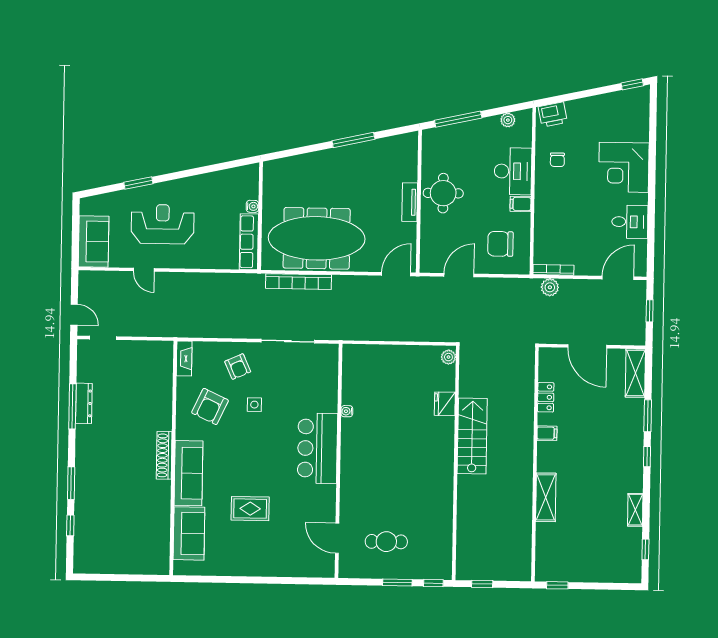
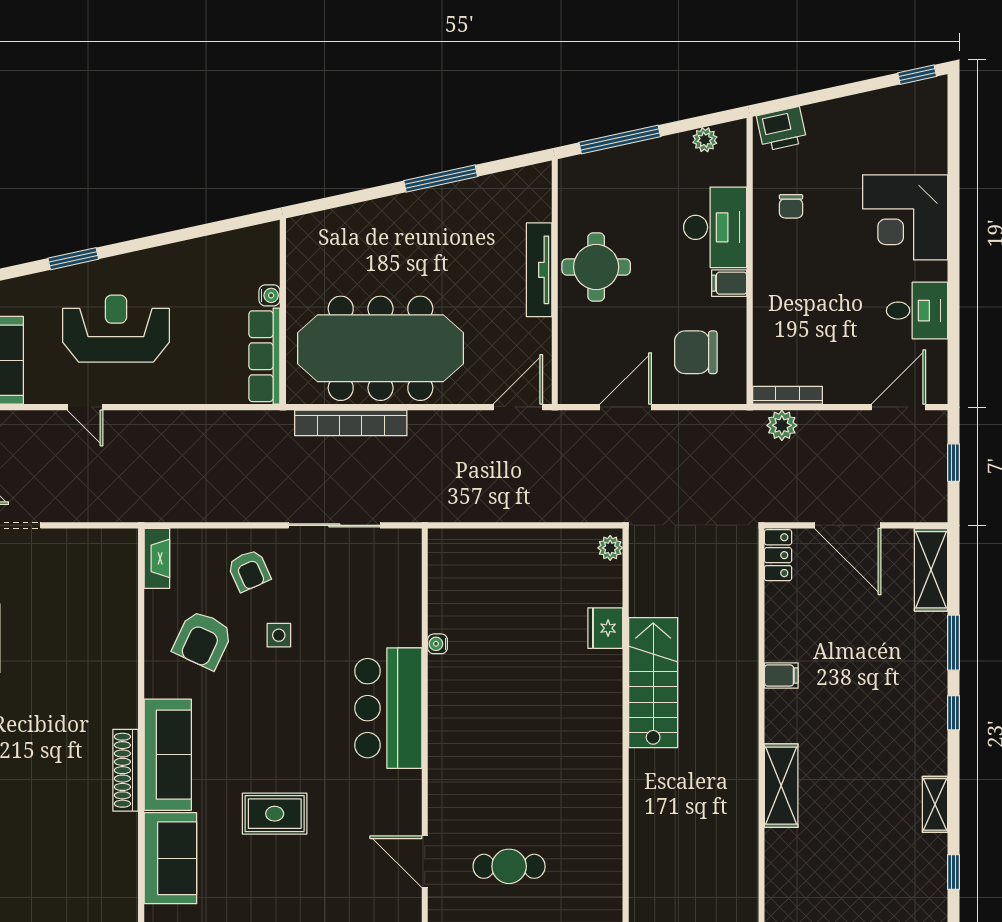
tv unit: (410, 202) -> (539, 270), width x1.41
locker: (546, 397) -> (778, 555), moved
shoe rack: (164, 455) -> (125, 770), moved

